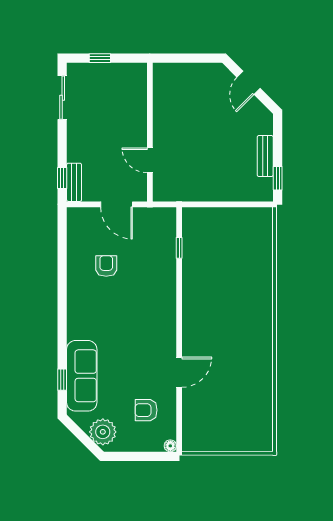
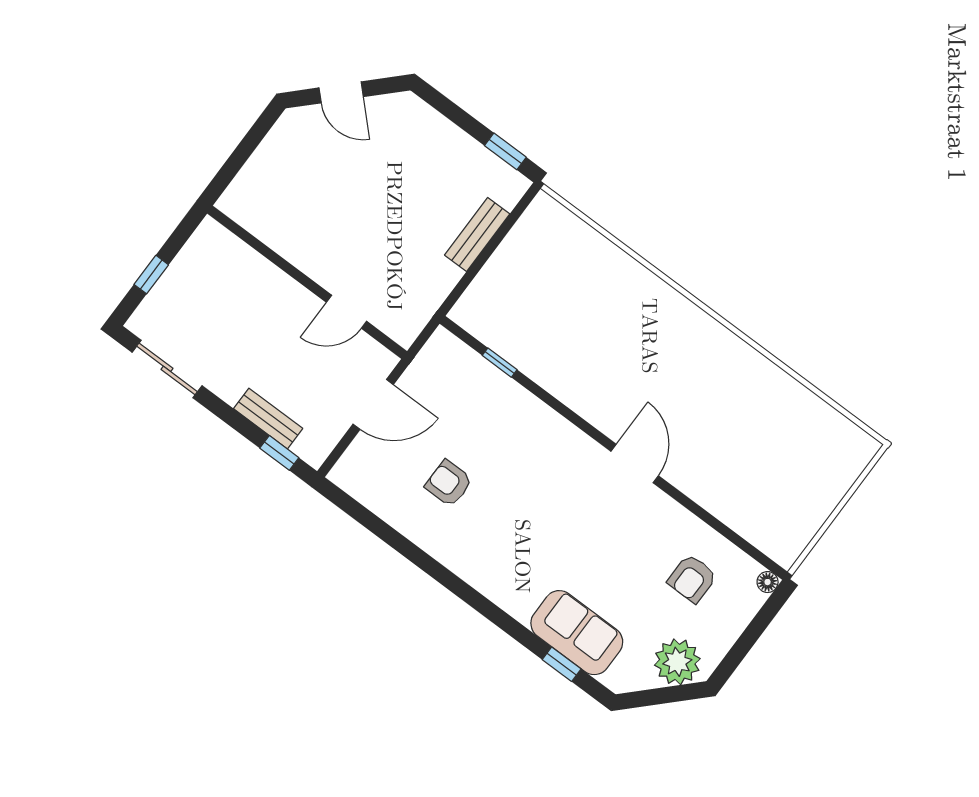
bench: (265, 156) -> (477, 234), moved, turned 90
bench: (74, 182) -> (268, 419), moved
door: (179, 372) -> (635, 464), moved
sofa: (82, 376) -> (577, 633), width x0.73

